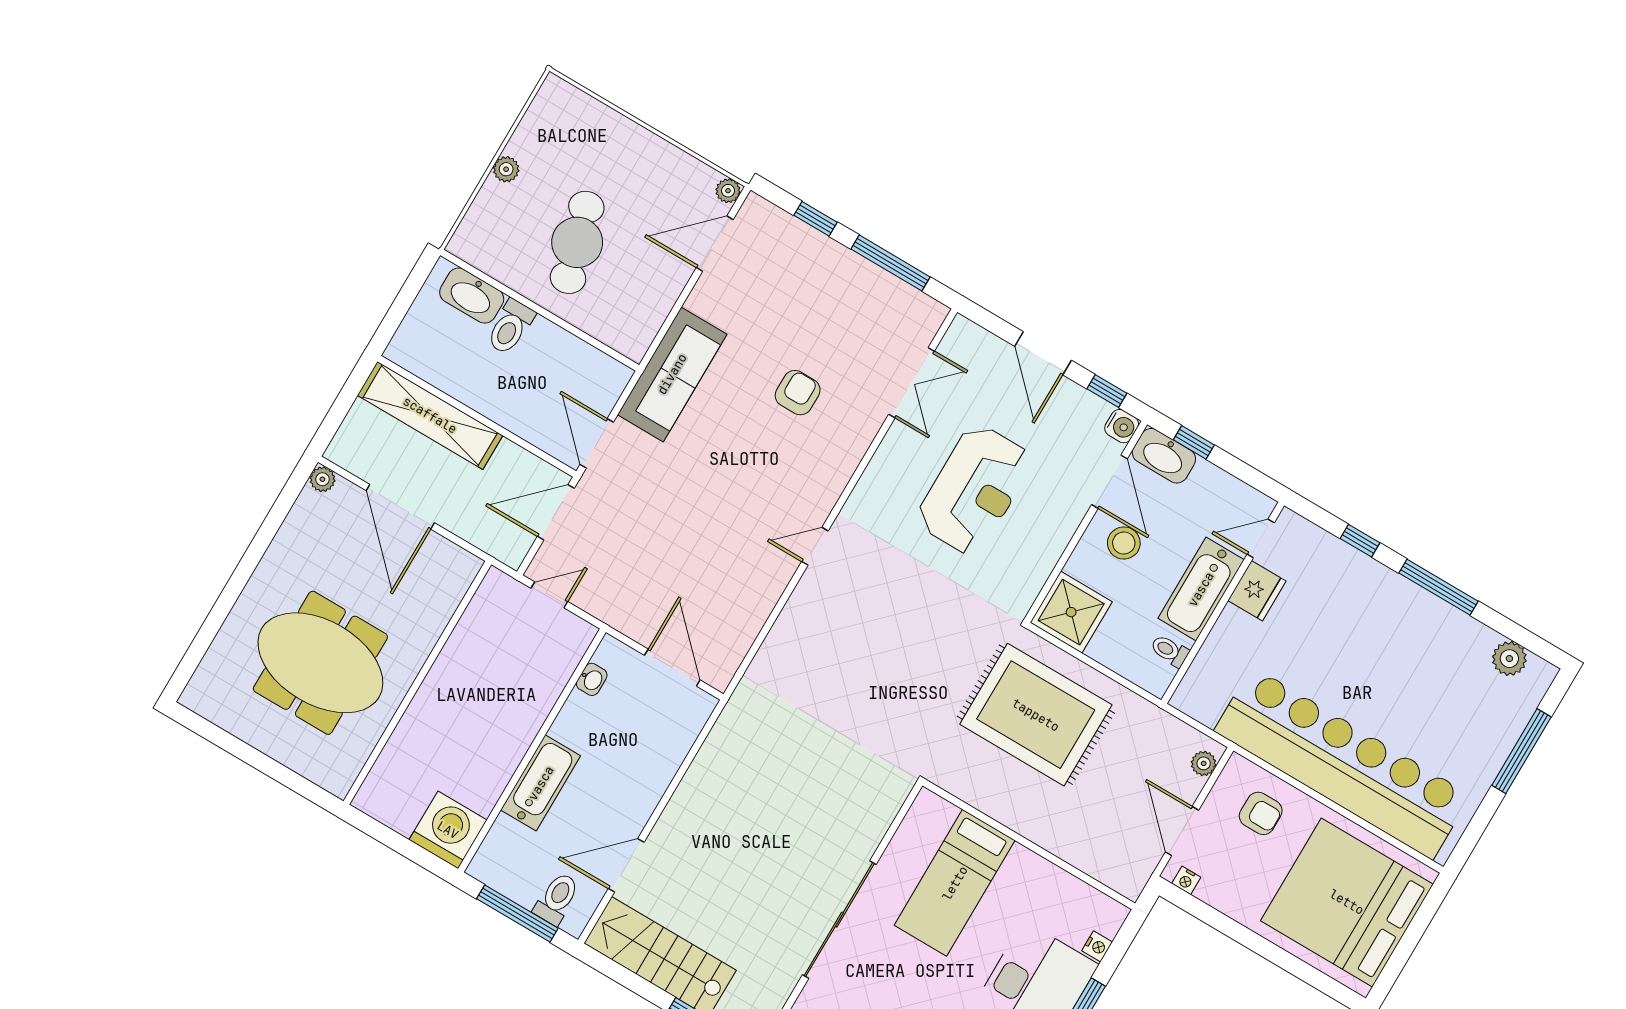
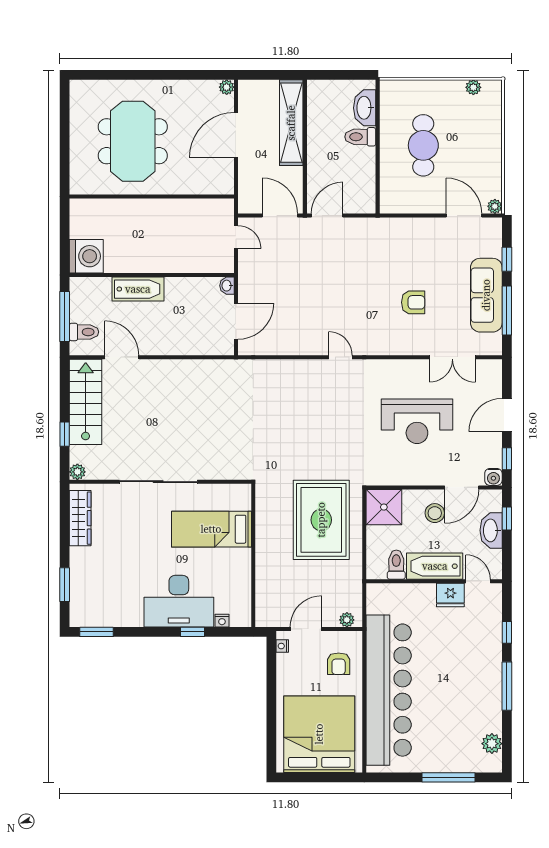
plant: (506, 169) -> (473, 87), moved
cafe table: (577, 242) -> (423, 145), turned -74
sofa: (672, 374) -> (486, 295), moved, turned 90
washbasin: (1164, 456) -> (491, 530), moved
toilet: (1170, 651) -> (396, 565), width x1.37, depth x1.39
washbasin: (592, 679) -> (227, 286), moved, turned 90

